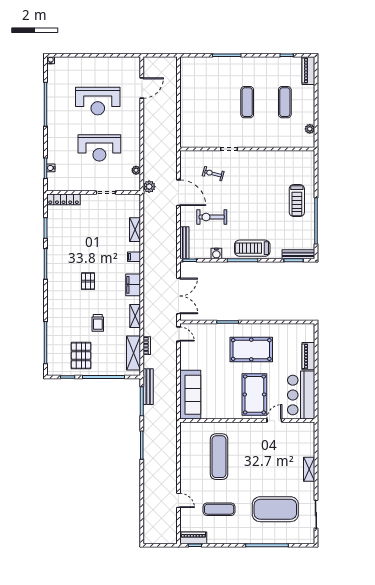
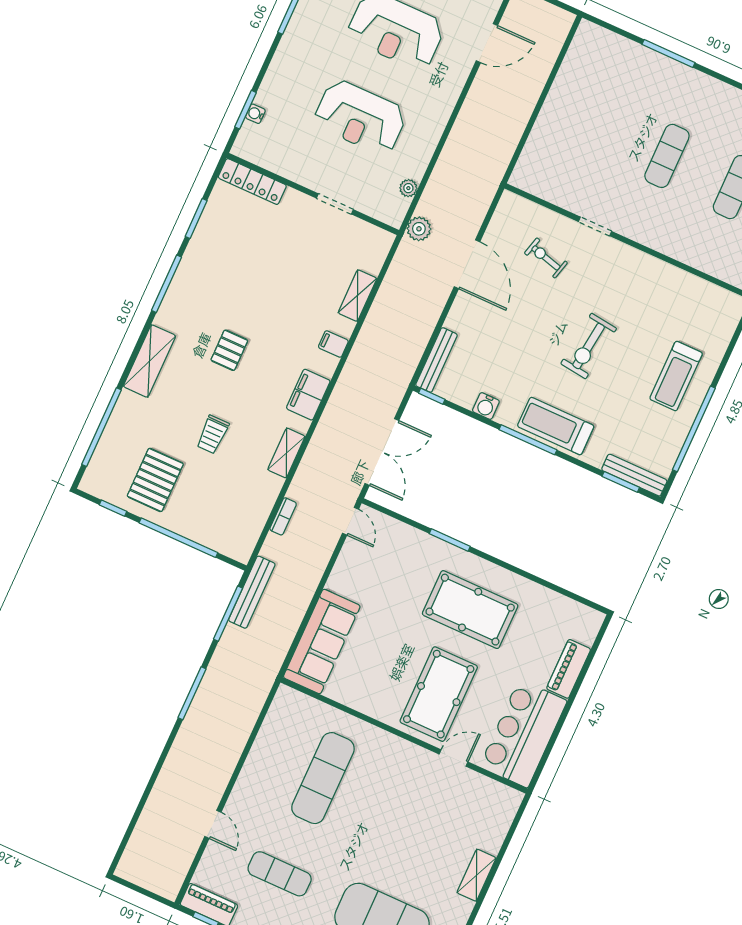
exercise bike: (212, 217) -> (589, 346), moved, turned -83
shelving: (134, 353) -> (150, 361), moved

